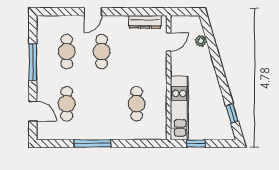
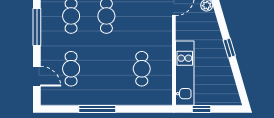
window: (232, 113) -> (229, 48), moved

